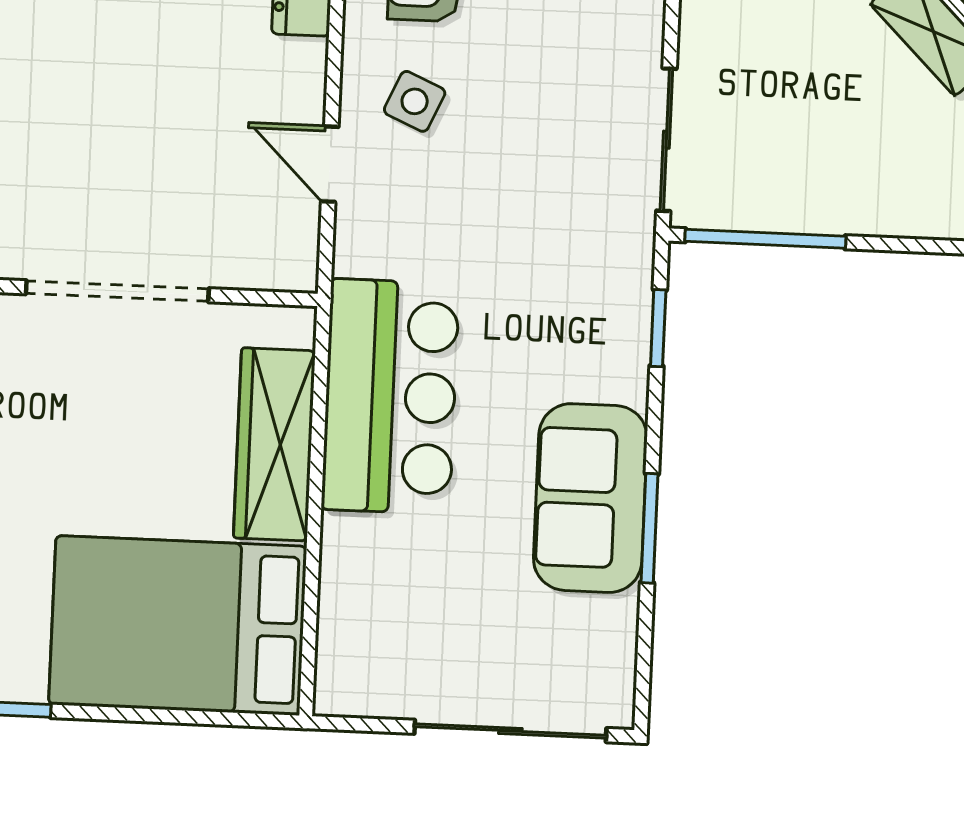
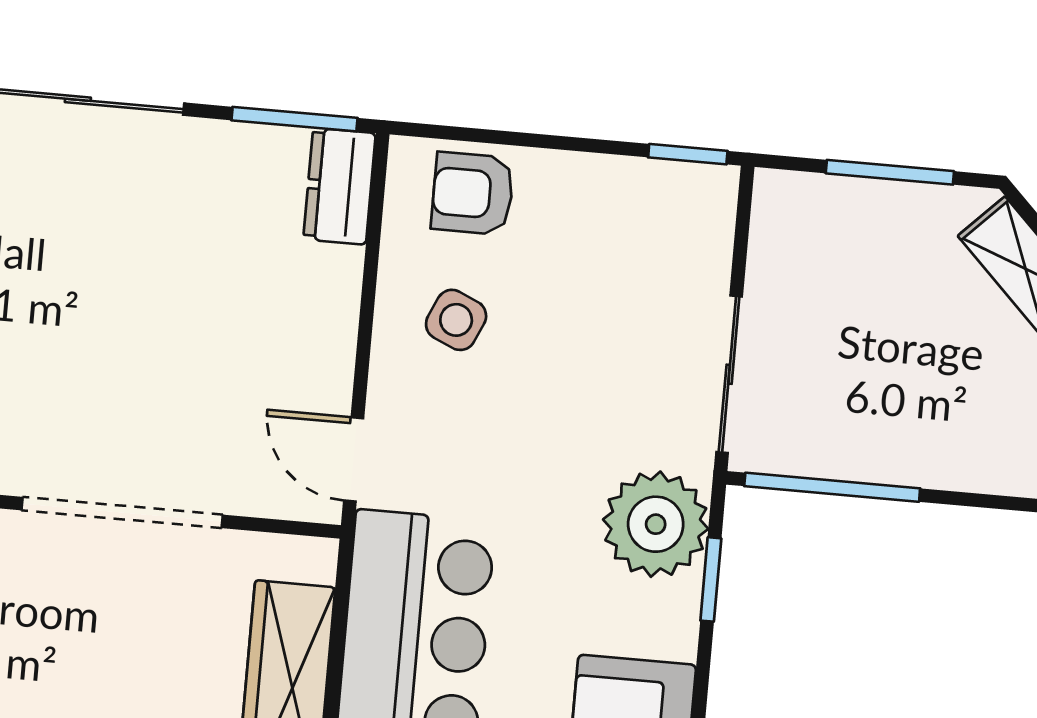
door: (330, 164) -> (354, 459), moved
plant: (606, 280) -> (656, 524), added

